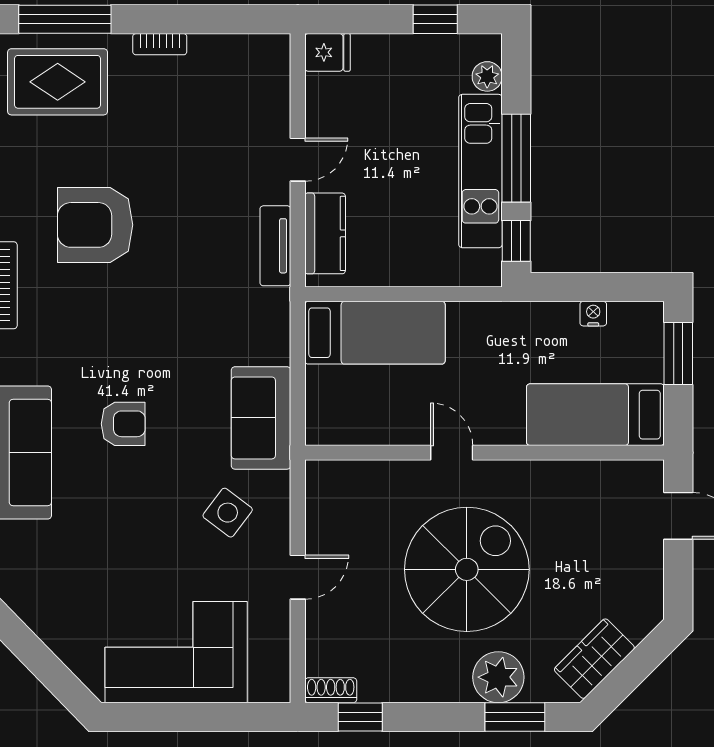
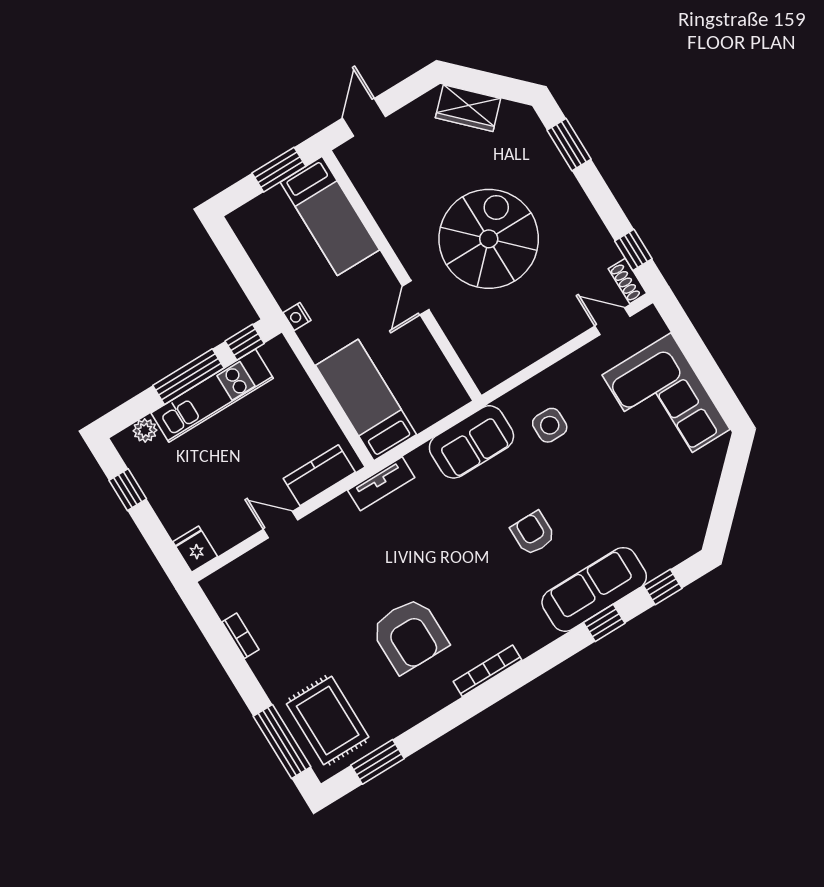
bookcase: (160, 44) -> (241, 636), moved
tv unit: (275, 246) -> (381, 484), moved
nightstand: (593, 314) -> (297, 317), moved
window: (678, 354) -> (279, 170), moved
side table: (228, 513) -> (550, 425), turned -37
spiral stairs: (467, 569) -> (489, 239), turned 90
door: (298, 577) -> (612, 321), moved
wardrobe: (594, 659) -> (468, 108), moved
plant: (498, 677) -> (549, 172), removed

